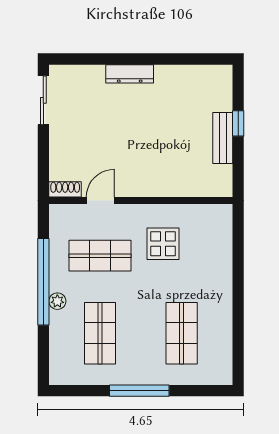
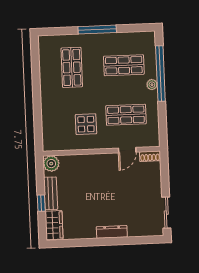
wardrobe: (219, 88) -> (54, 225), added
plant: (220, 184) -> (51, 164), added
window: (43, 282) -> (160, 74), moved
shop shelf: (100, 333) -> (124, 65), turned 90

